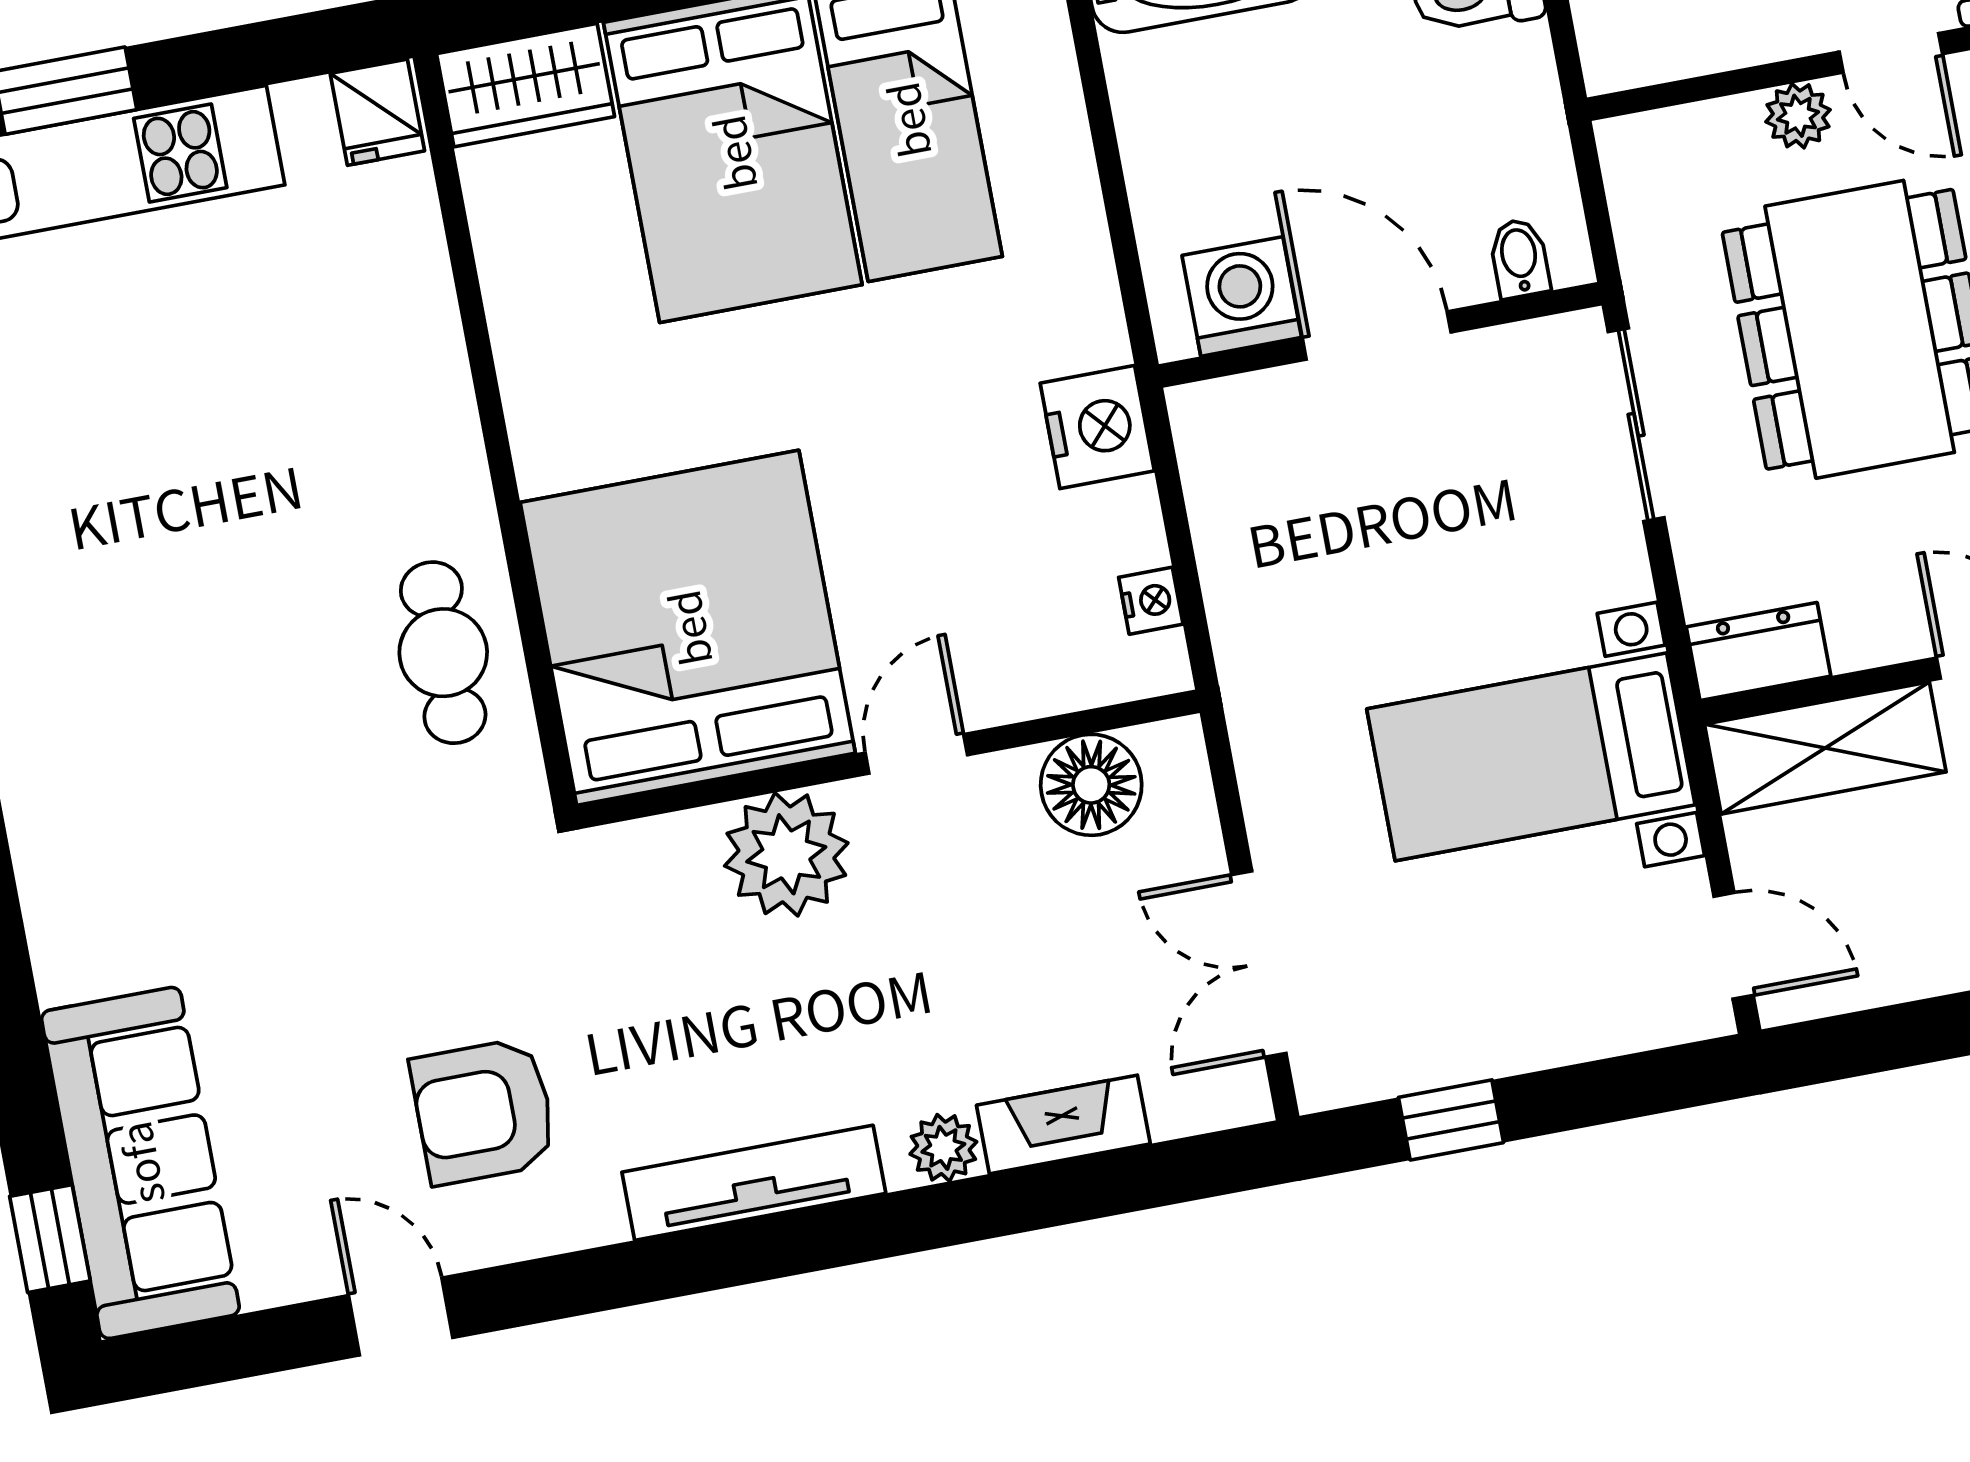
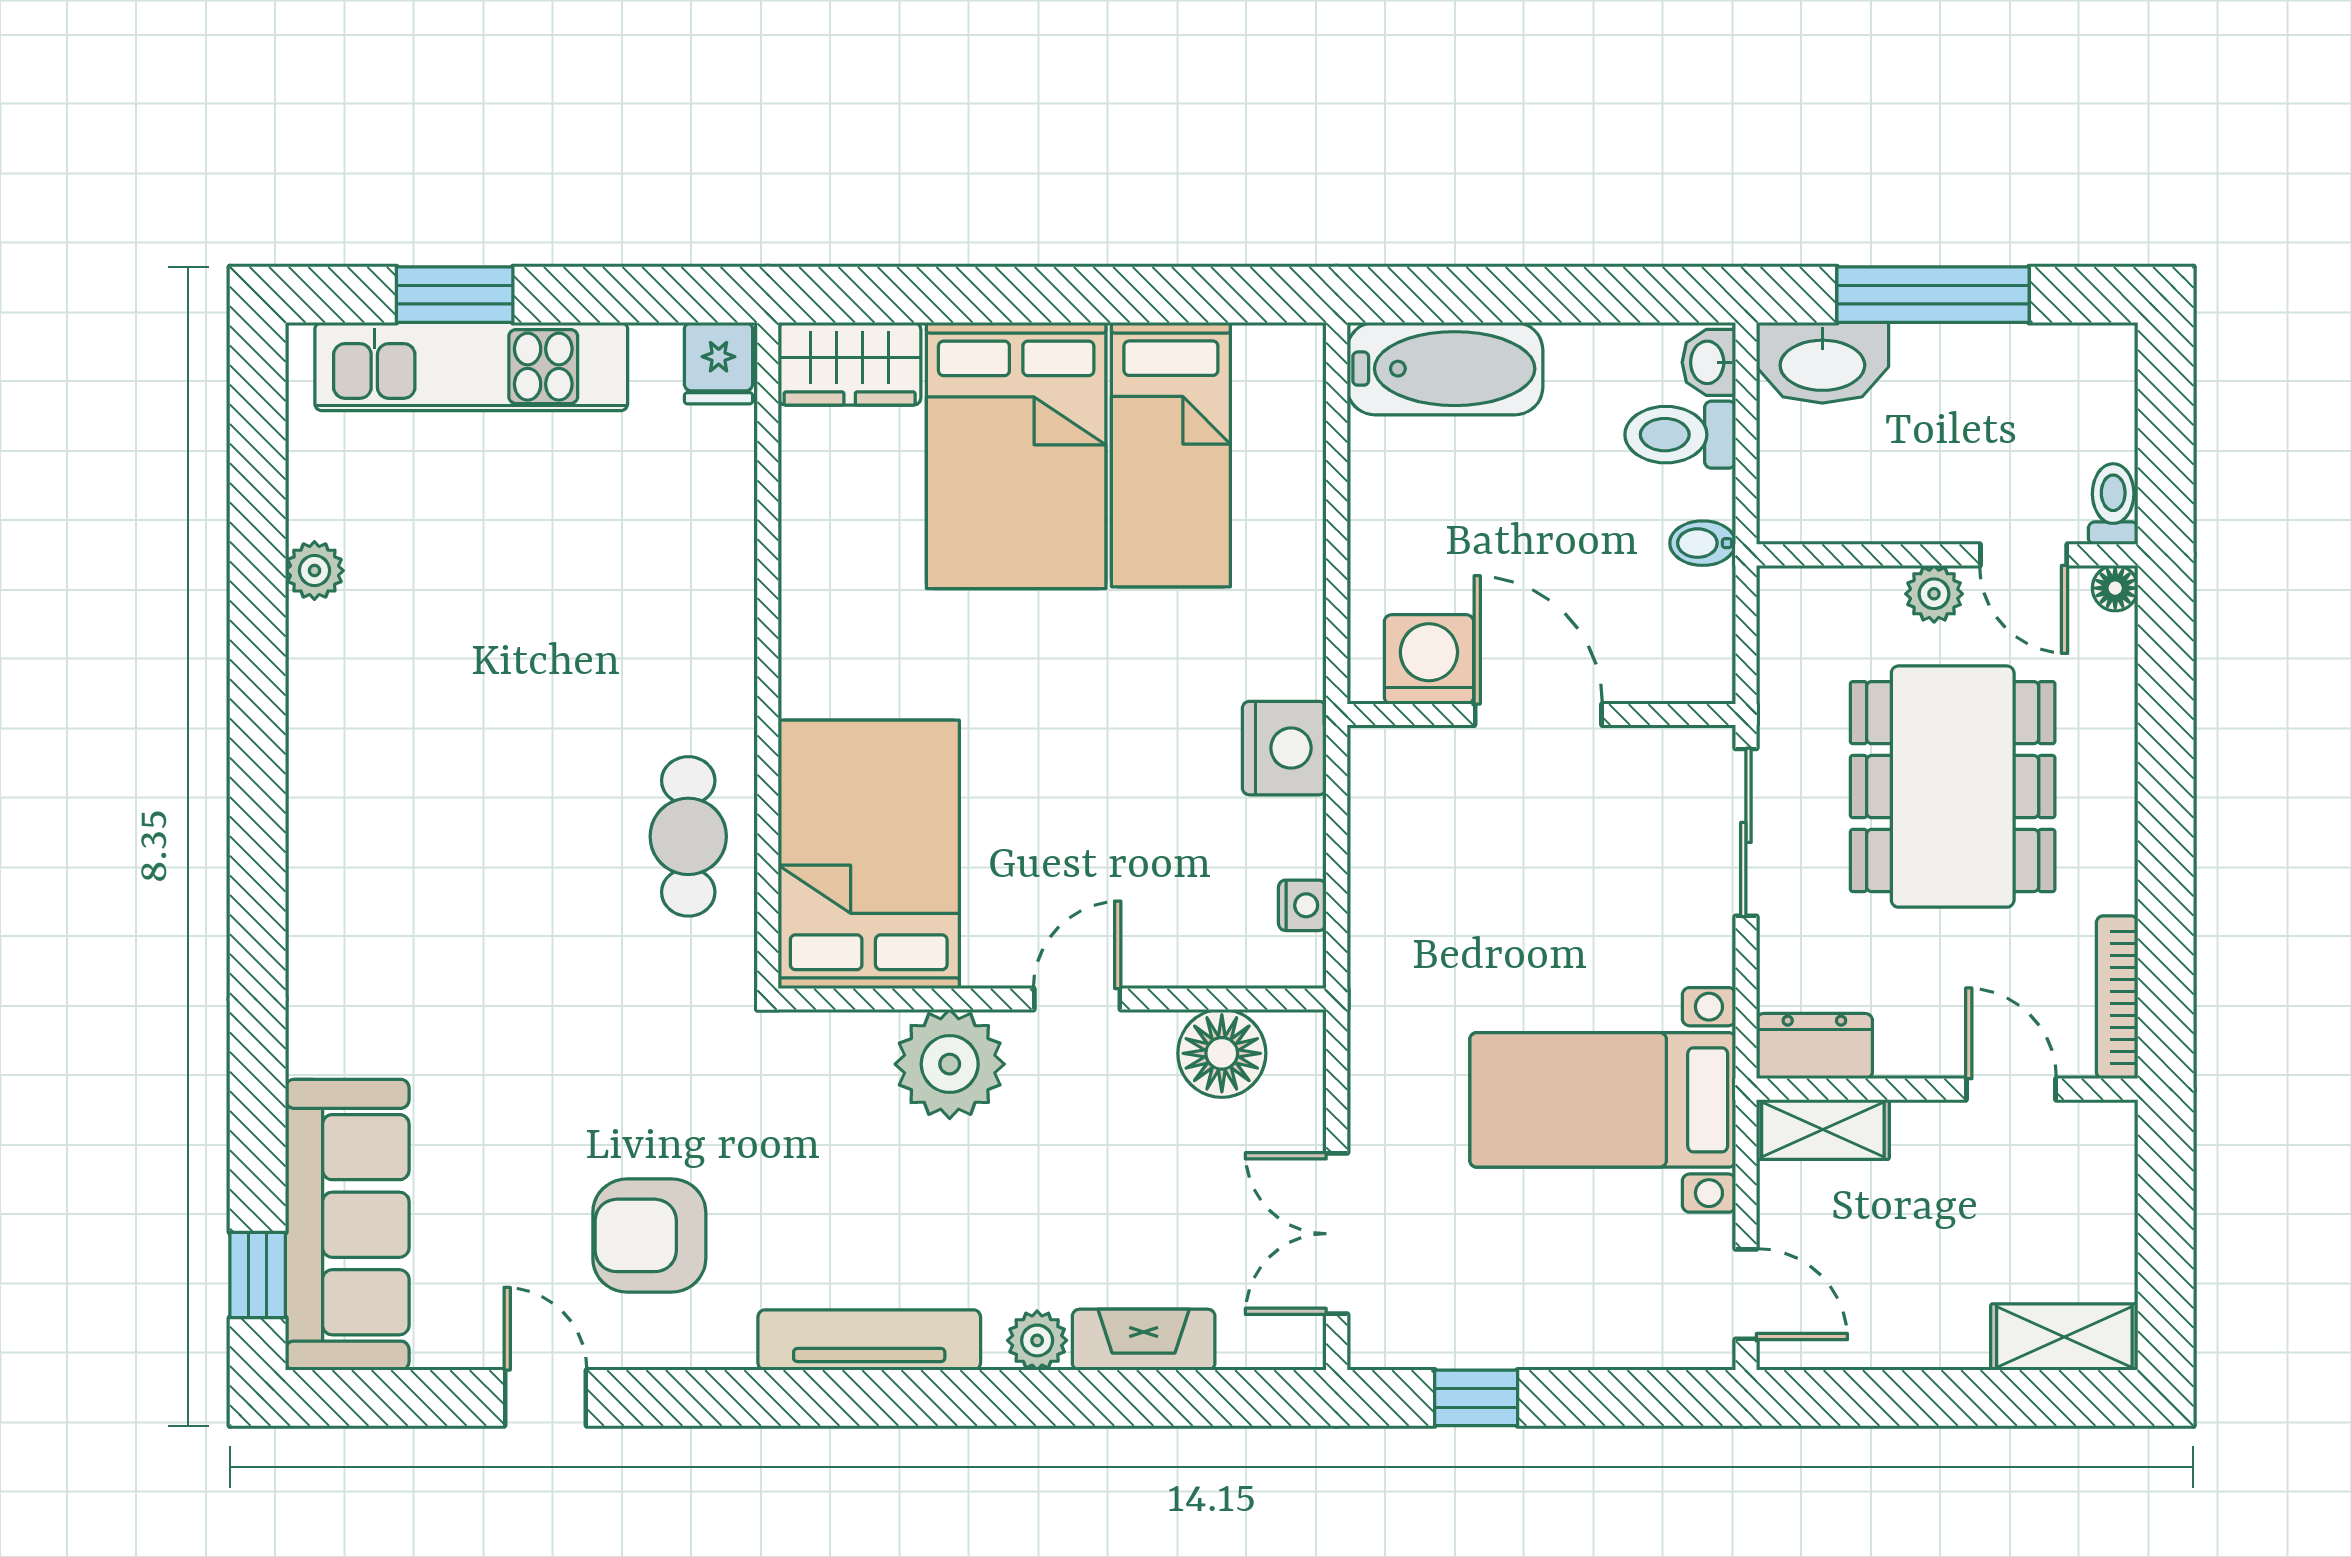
bidet: (1519, 258) -> (1703, 543), moved, turned -90
bed: (688, 628) -> (869, 854), width x0.73
shelving: (1825, 748) -> (1823, 1129), width x0.67, depth x0.75

